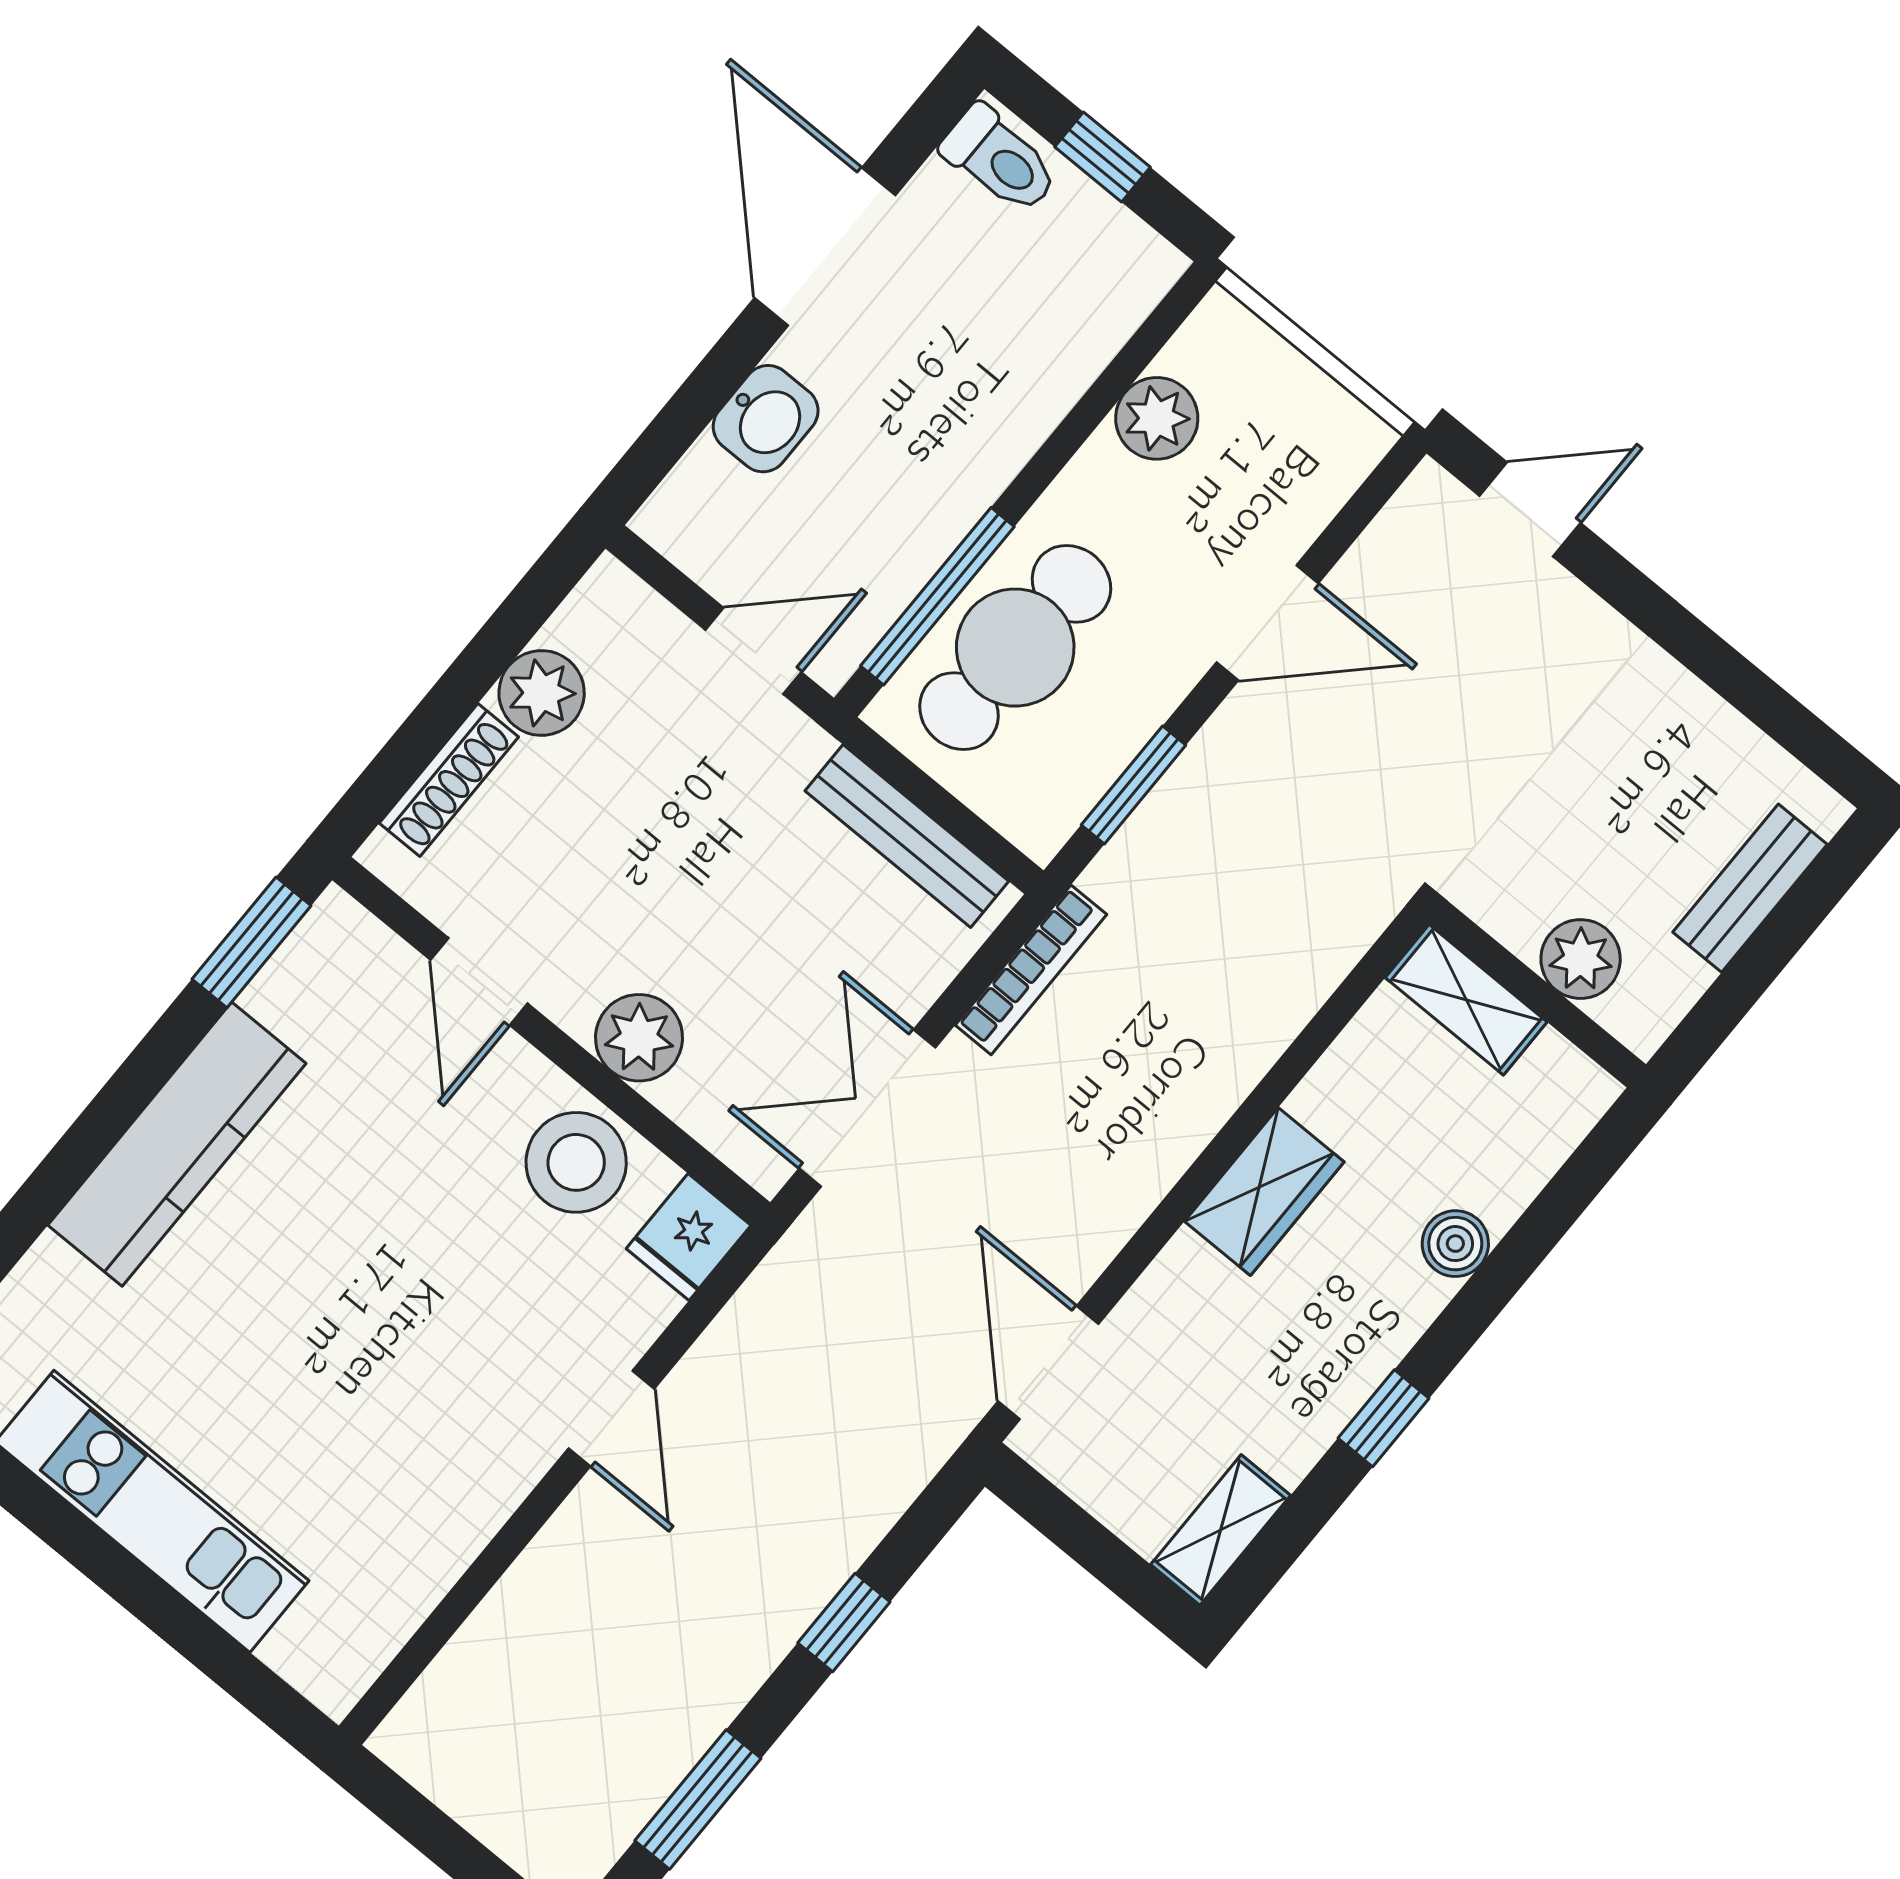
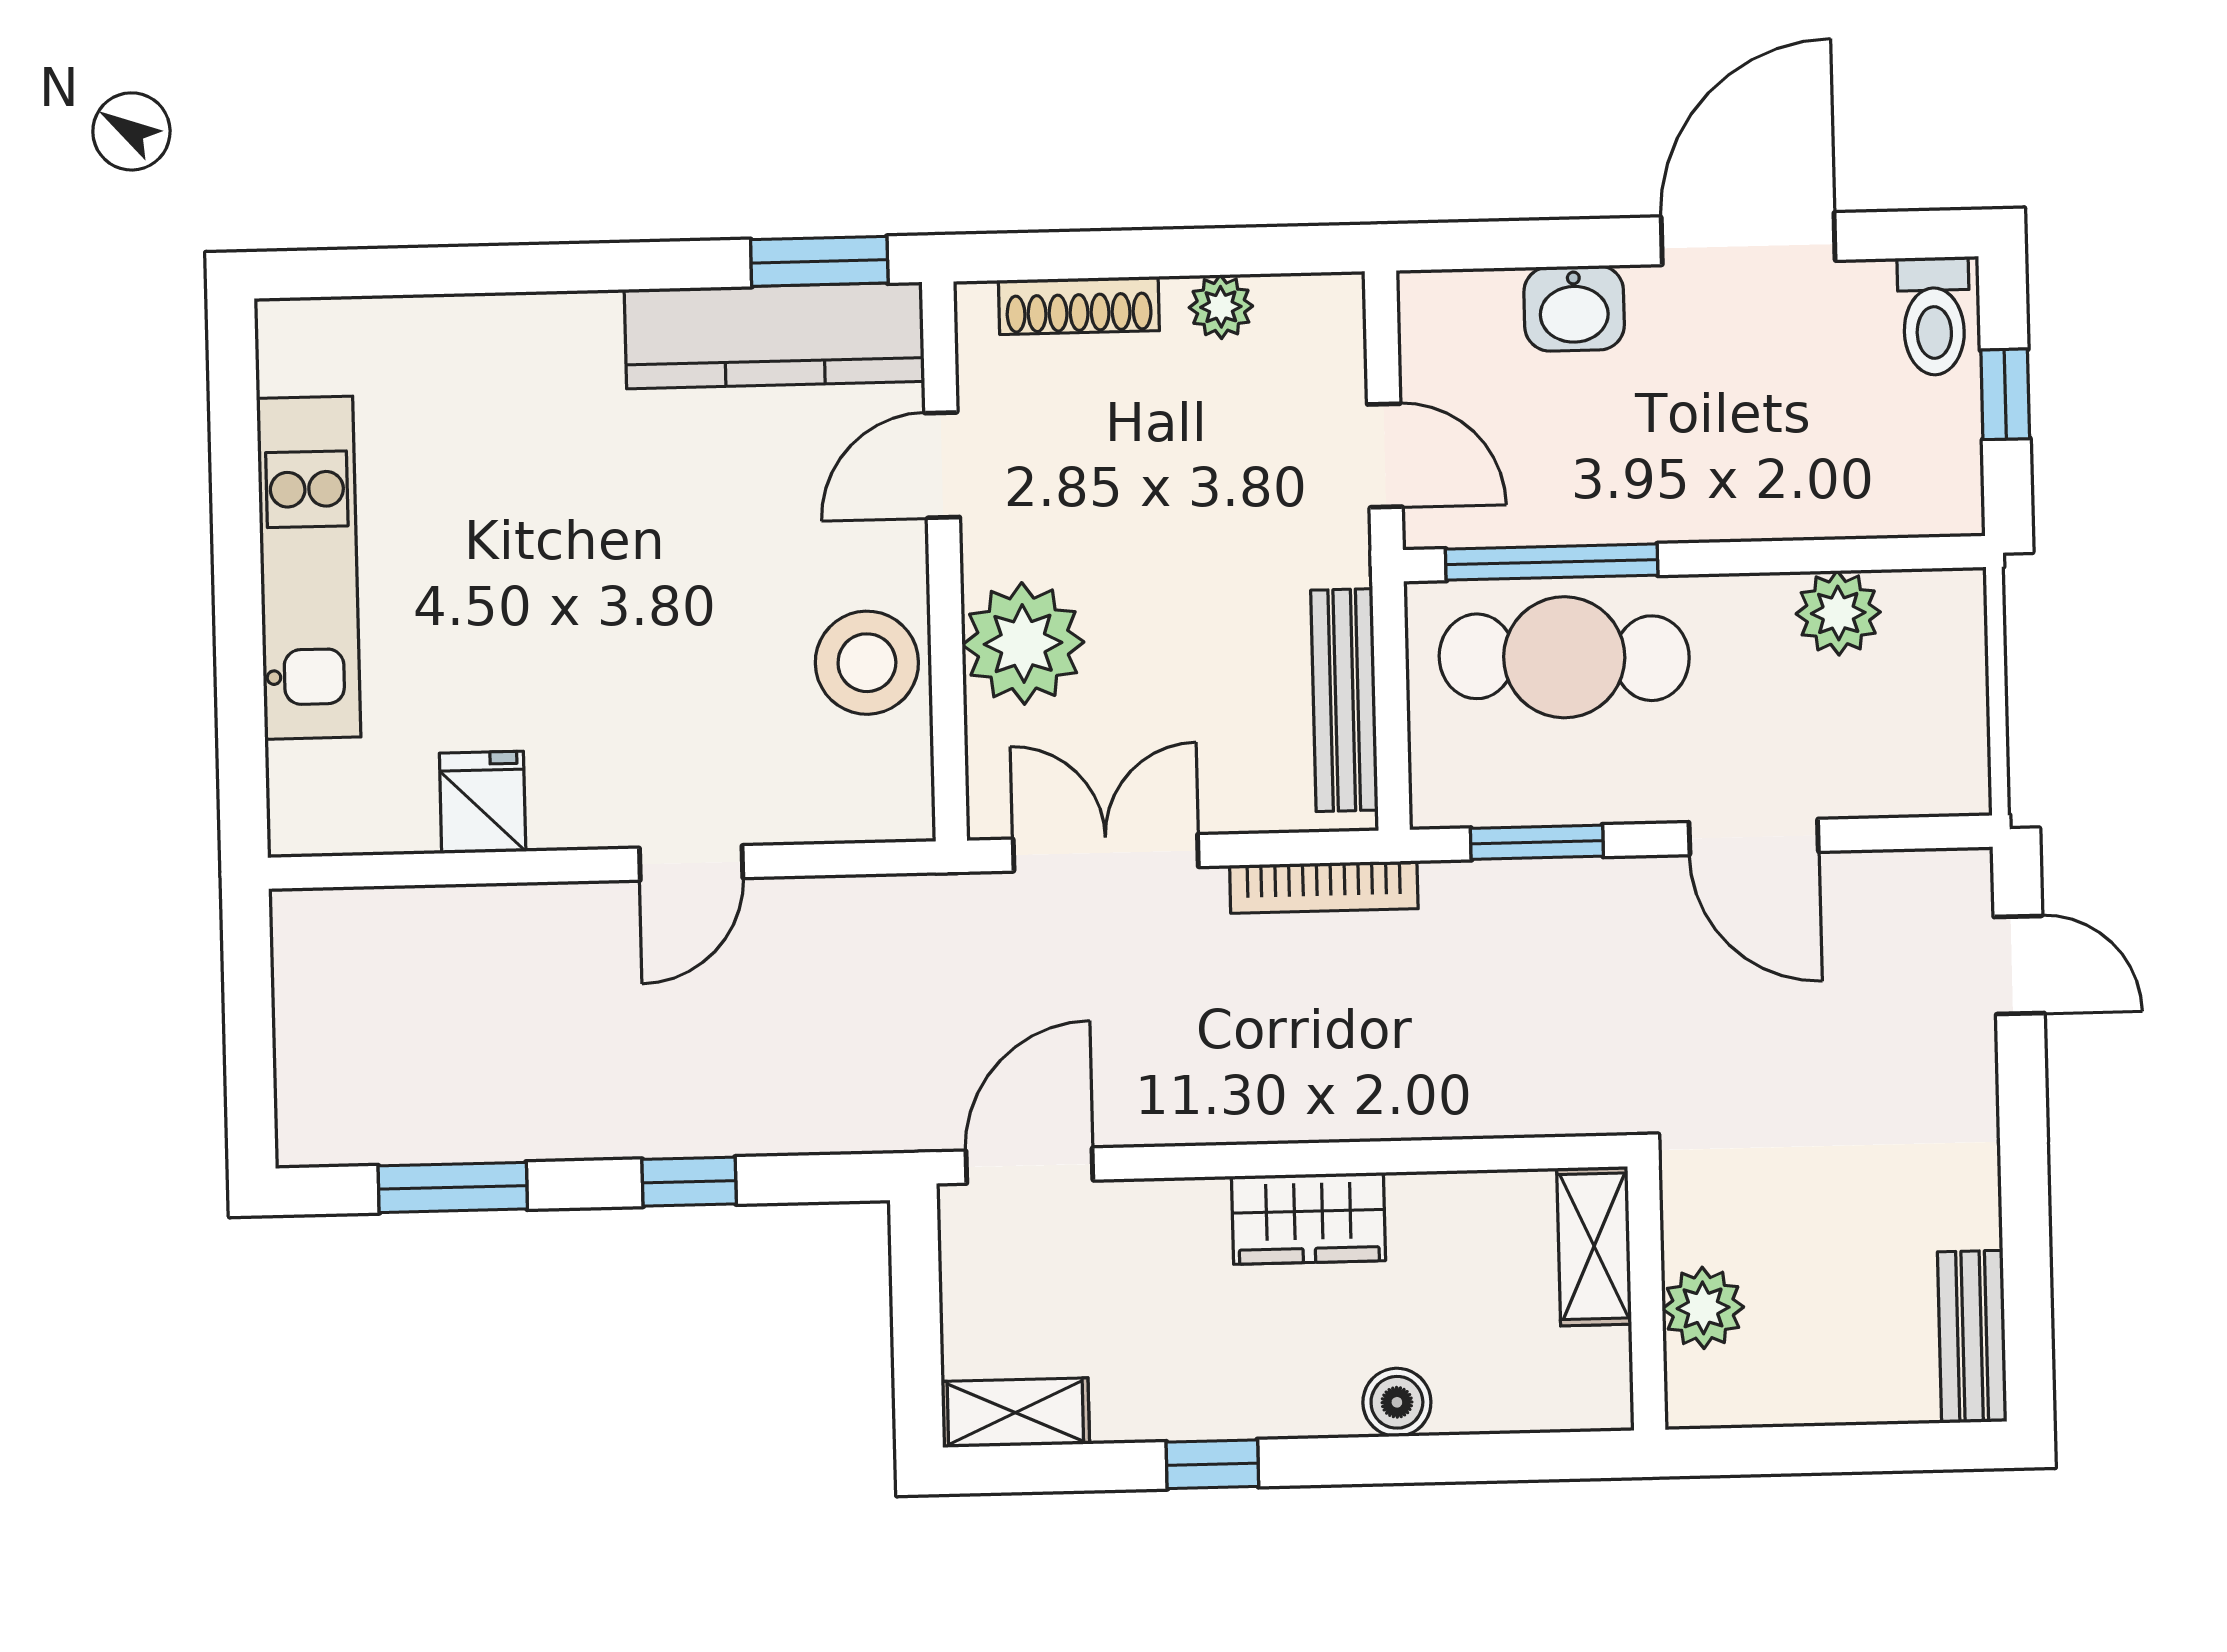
plant: (542, 693) -> (1221, 307), width x0.73, depth x0.73
bench: (1750, 888) -> (1972, 1337), moved, turned 90
plant: (639, 1038) -> (1023, 643), width x1.36, depth x1.36
kitchen counter: (177, 1144) -> (774, 335), moved
fridge: (689, 1237) -> (483, 802), moved, turned 90

